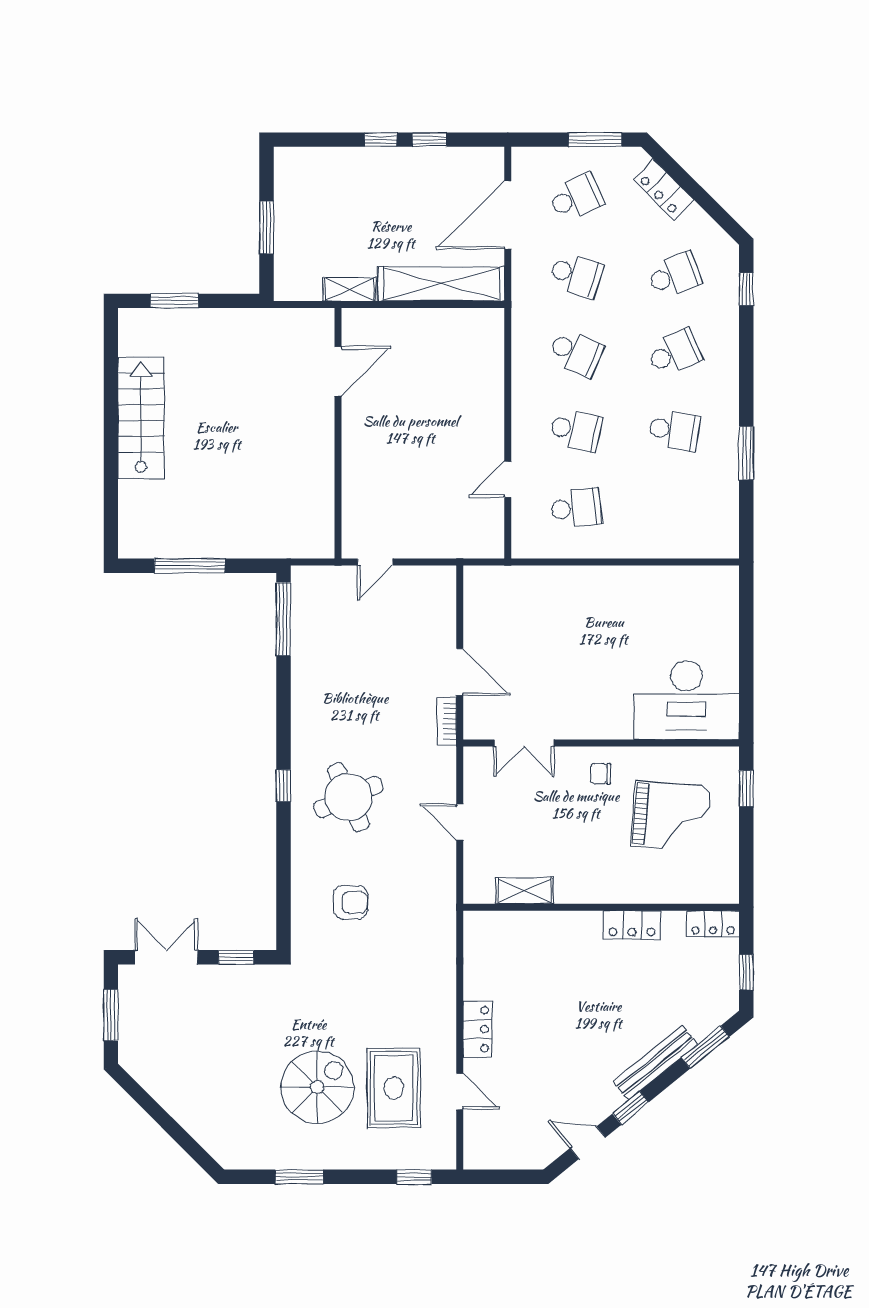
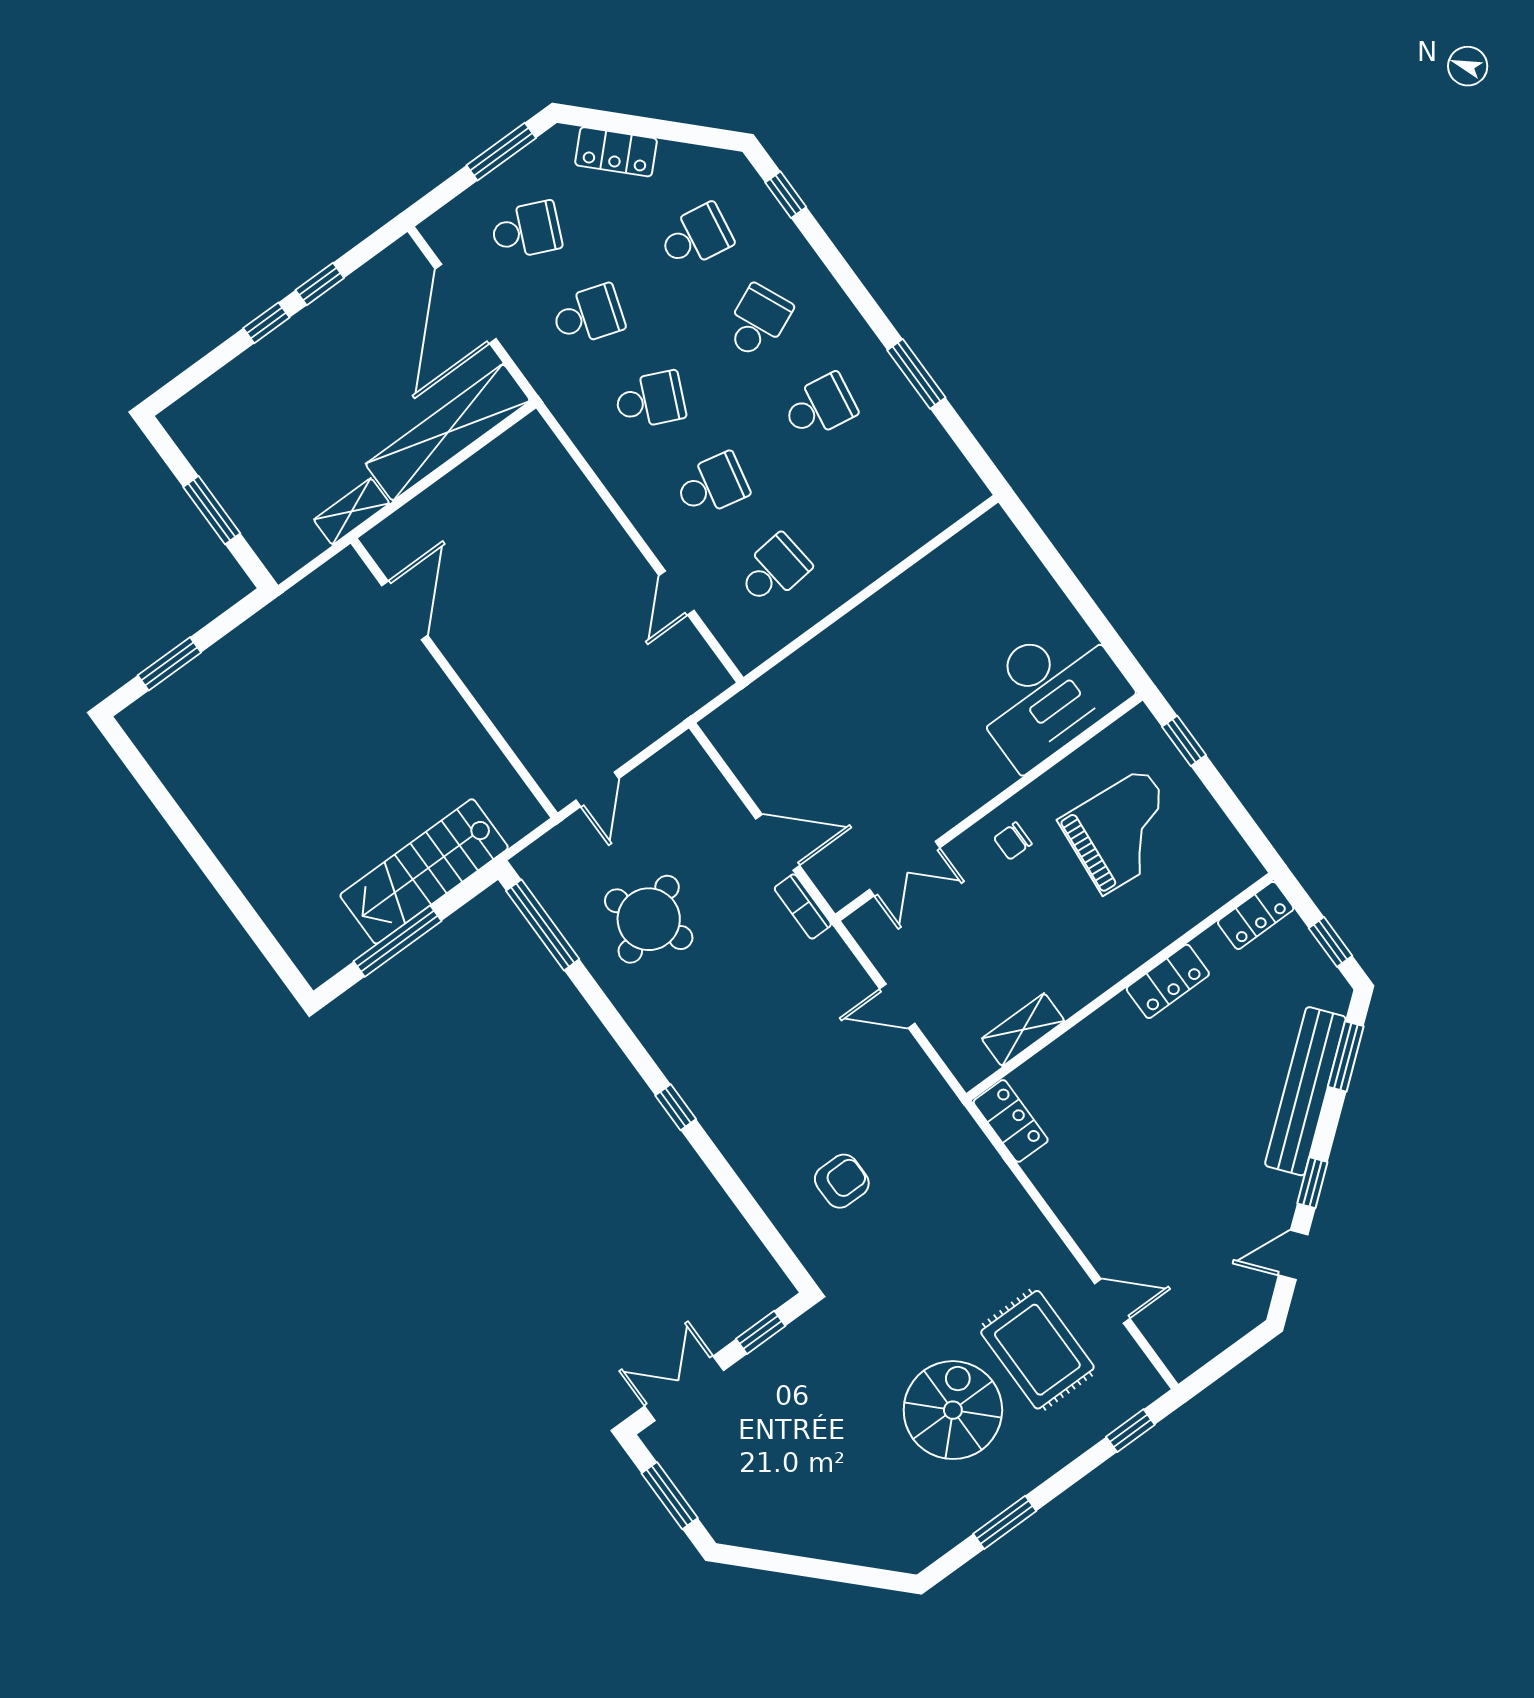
school desk: (576, 197) -> (526, 230), turned 48
school desk: (674, 275) -> (696, 237), turned 30
stairs: (141, 418) -> (424, 871), moved, turned -90
round table: (348, 797) -> (649, 919), moved
locker: (477, 1029) -> (1011, 1121), moved
bench: (655, 1063) -> (1305, 1091), width x1.37, depth x1.21

